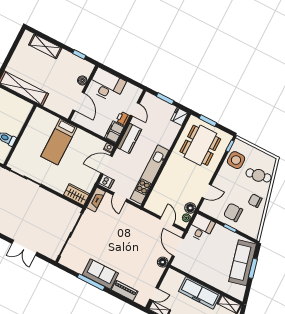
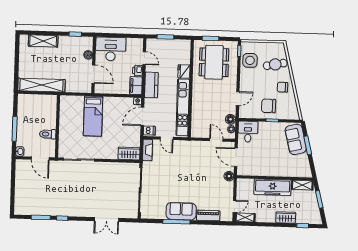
fridge: (179, 116) -> (184, 71), moved
sofa: (243, 263) -> (296, 139), width x0.73

